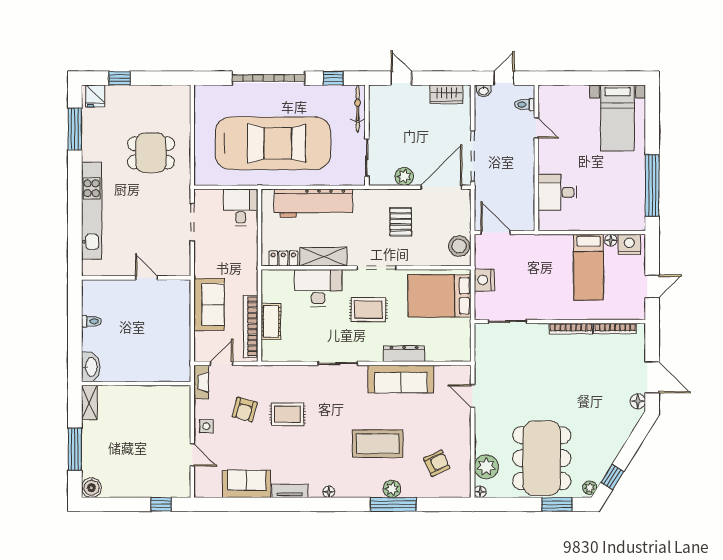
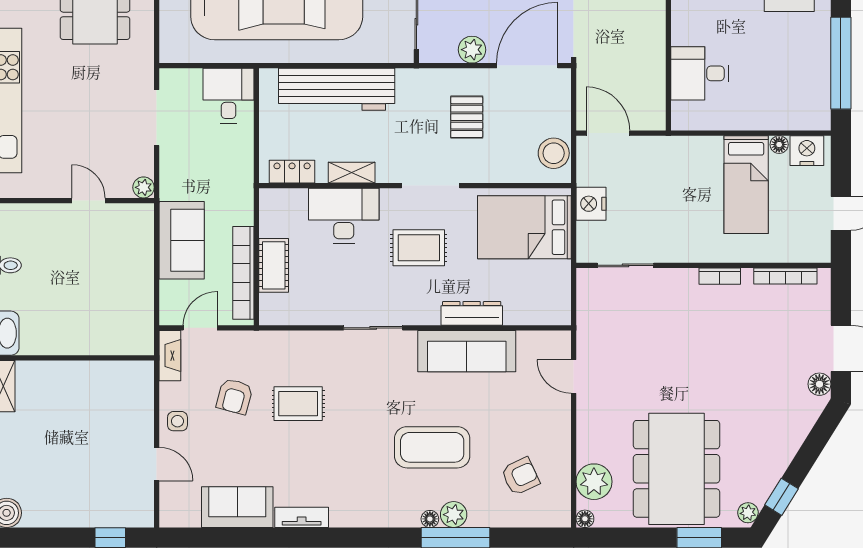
shelving: (323, 257) -> (352, 173), width x0.67, depth x0.75
plant: (184, 269) -> (144, 187), added
bookcase: (571, 329) -> (720, 276), width x0.64
floor lamp: (329, 492) -> (430, 519), moved

